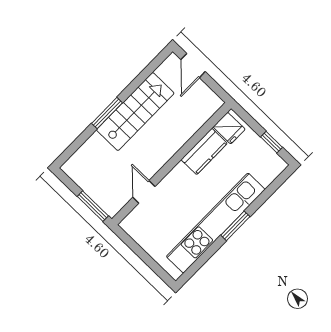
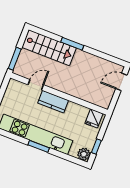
stairs: (135, 112) -> (49, 48), moved
kitchen counter: (204, 151) -> (53, 102), moved
plant: (275, 165) -> (84, 154), added

